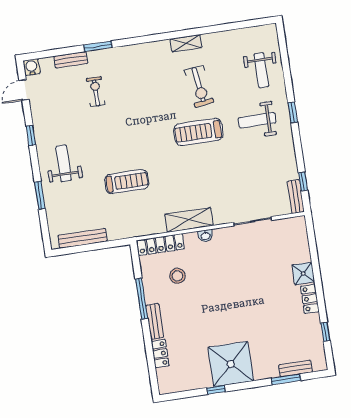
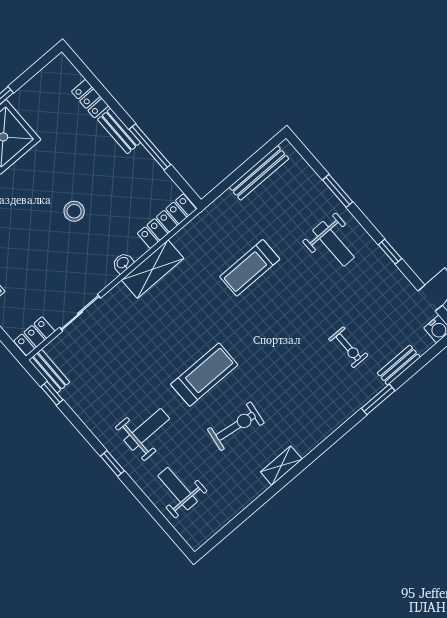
exercise bike: (199, 86) -> (236, 426), turned 106
locker: (291, 225) -> (34, 336), added
stool: (177, 276) -> (74, 211), moved

